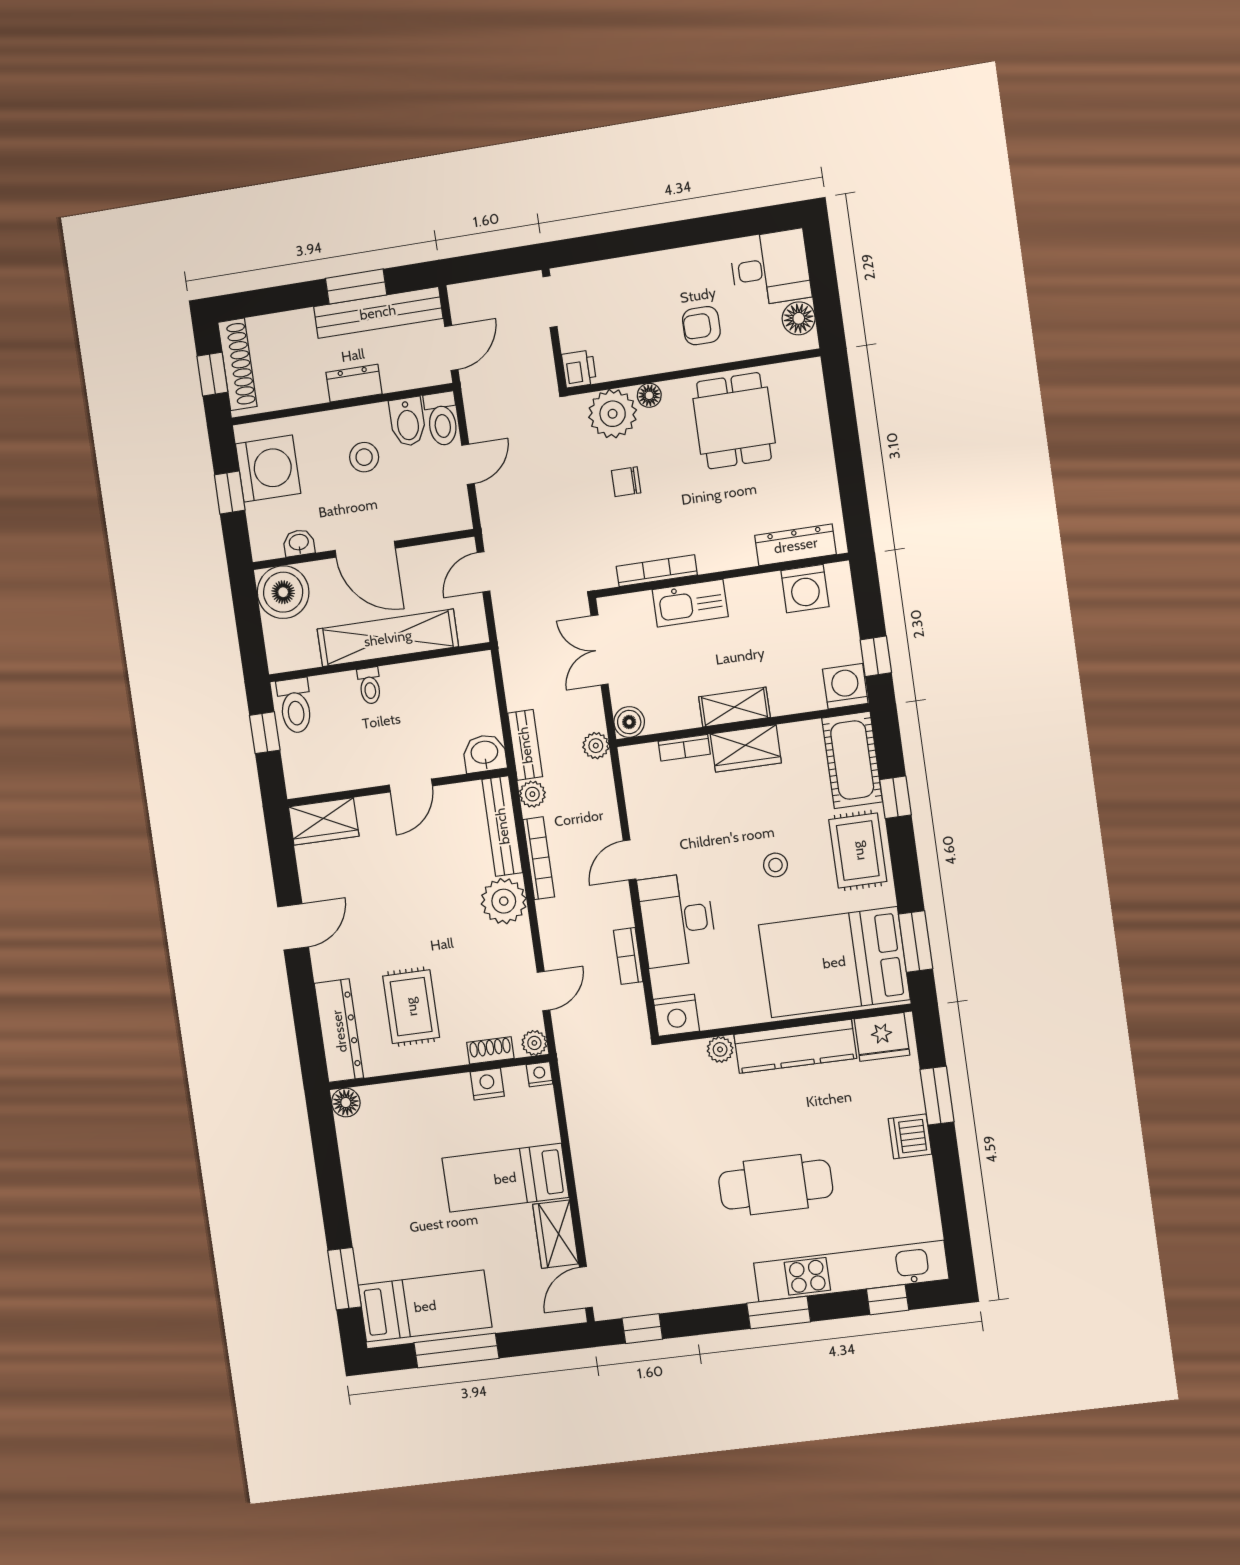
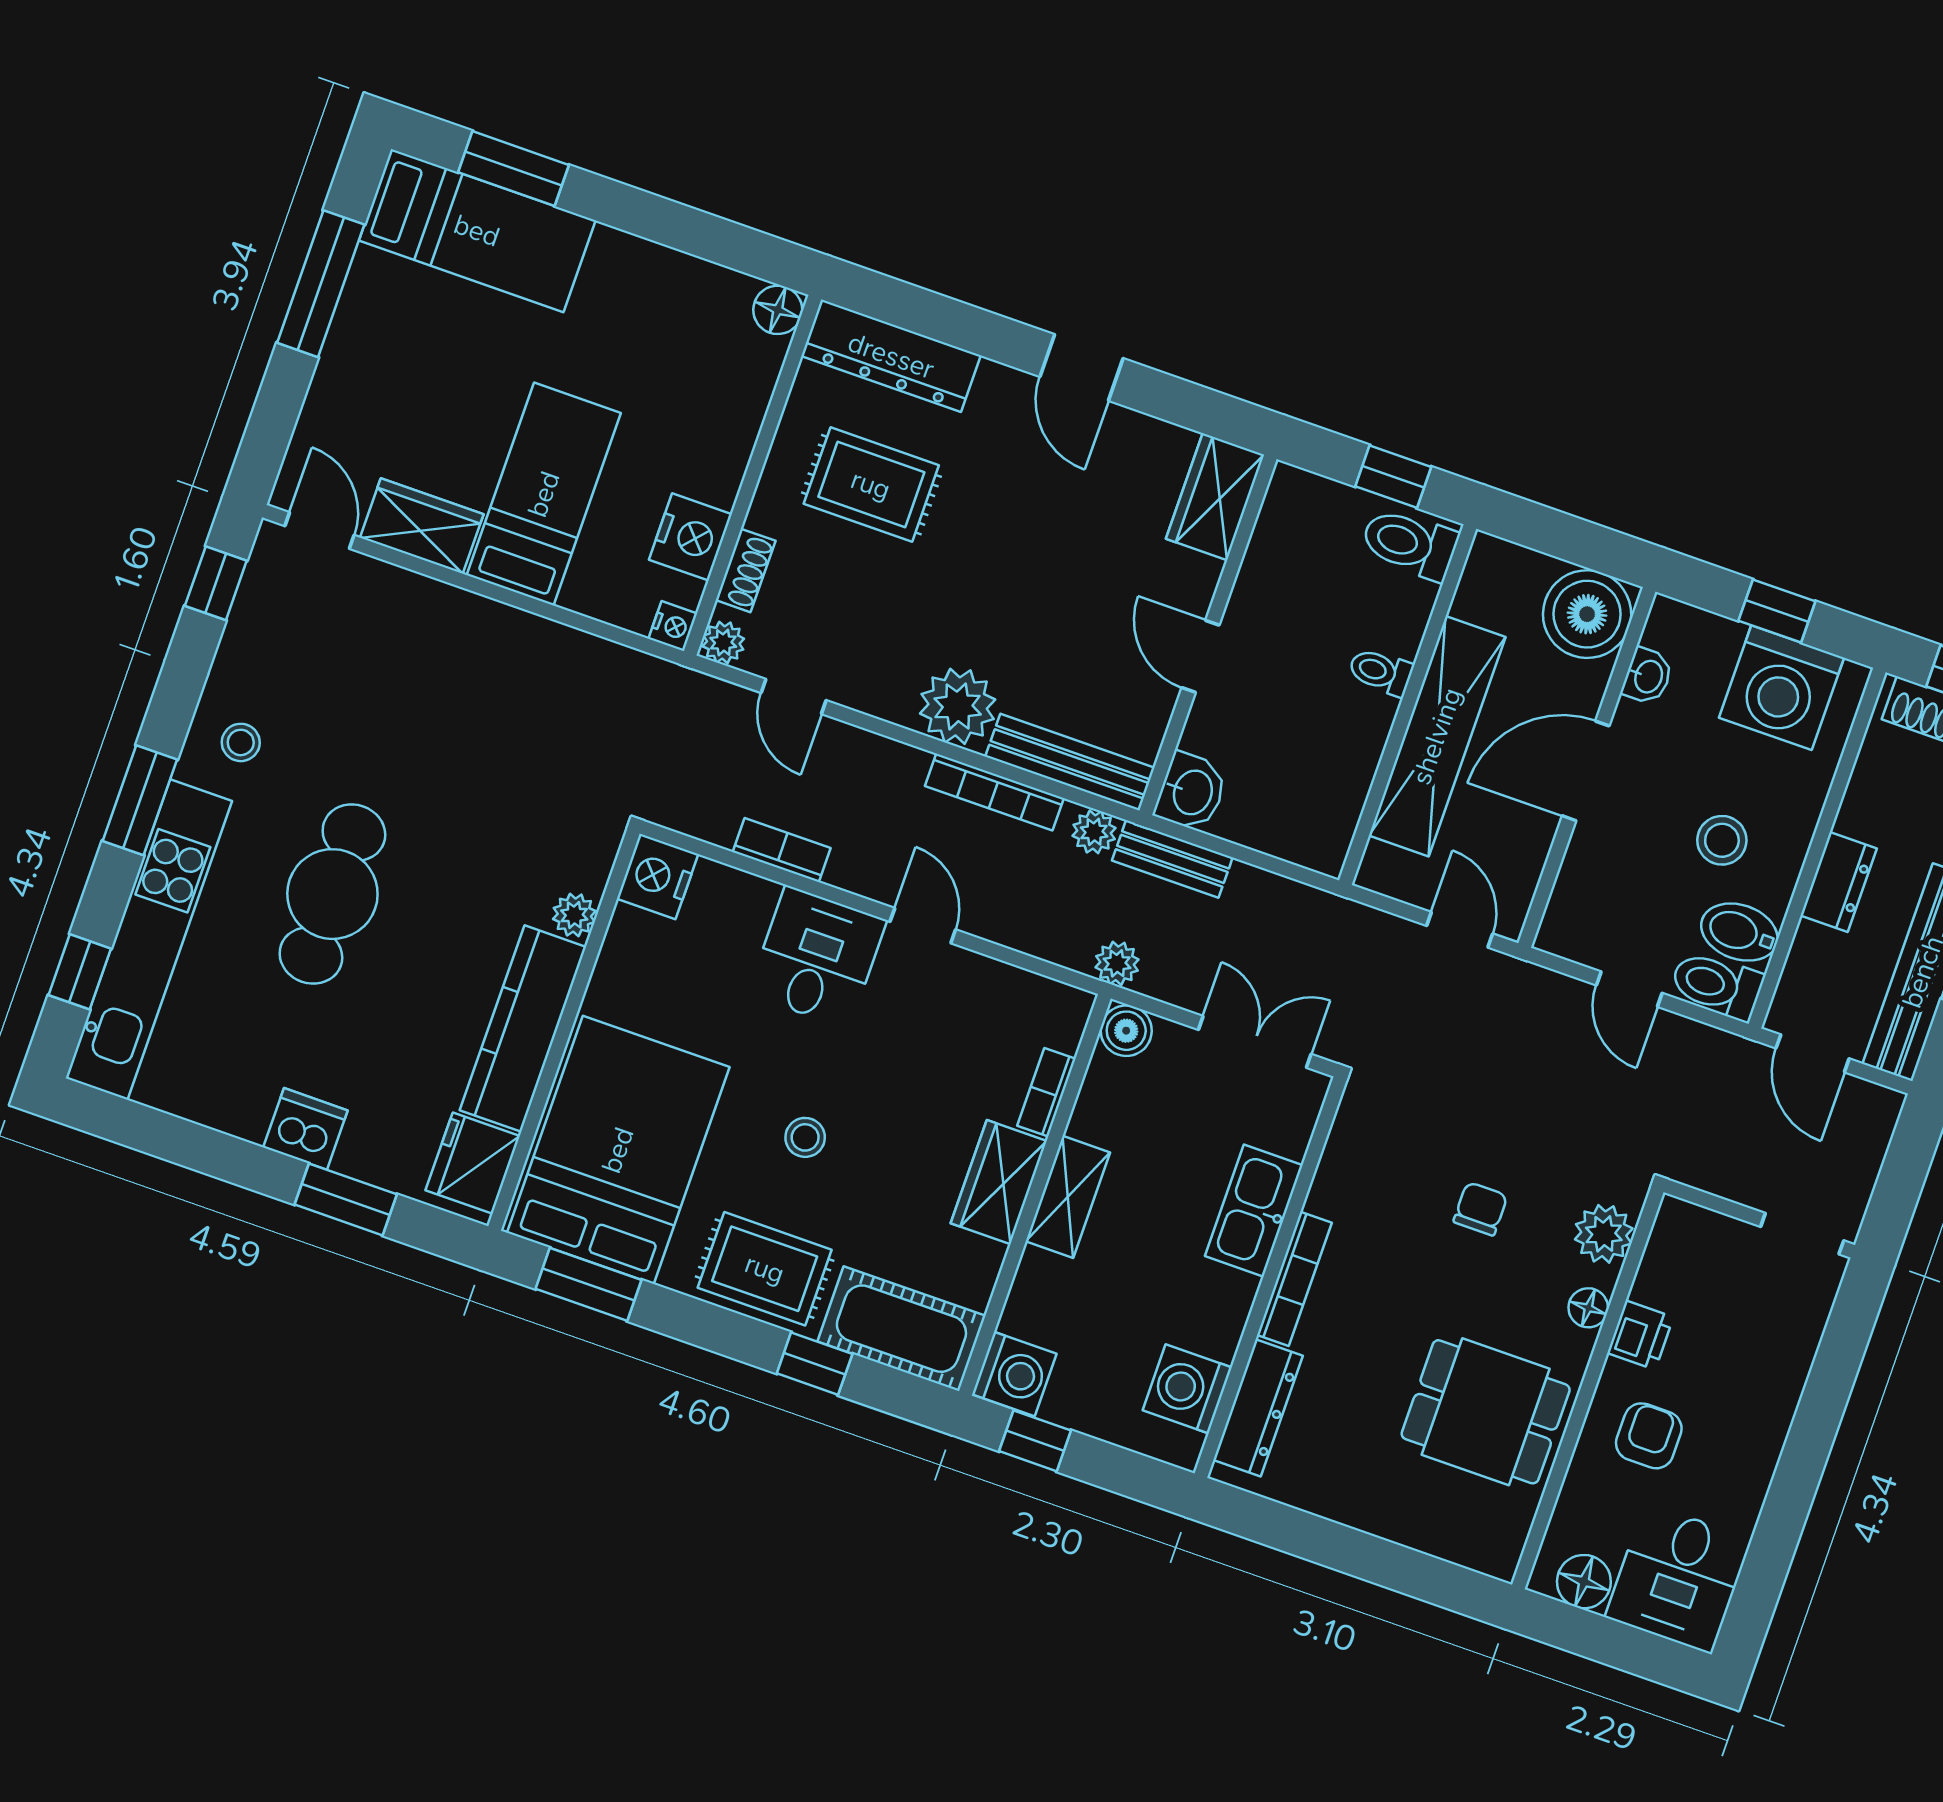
printer: (579, 369) -> (1640, 1335), moved, turned -90
plant: (613, 414) -> (1604, 1234), width x0.73, depth x0.73
bookcase: (657, 571) -> (1294, 1279), moved
desk: (677, 920) -> (817, 957), width x0.73
nightstand: (487, 1084) -> (690, 537), width x1.36, depth x1.33
stool: (720, 1274) -> (241, 742), added
bed: (425, 1306) -> (477, 231), moved, turned -90

